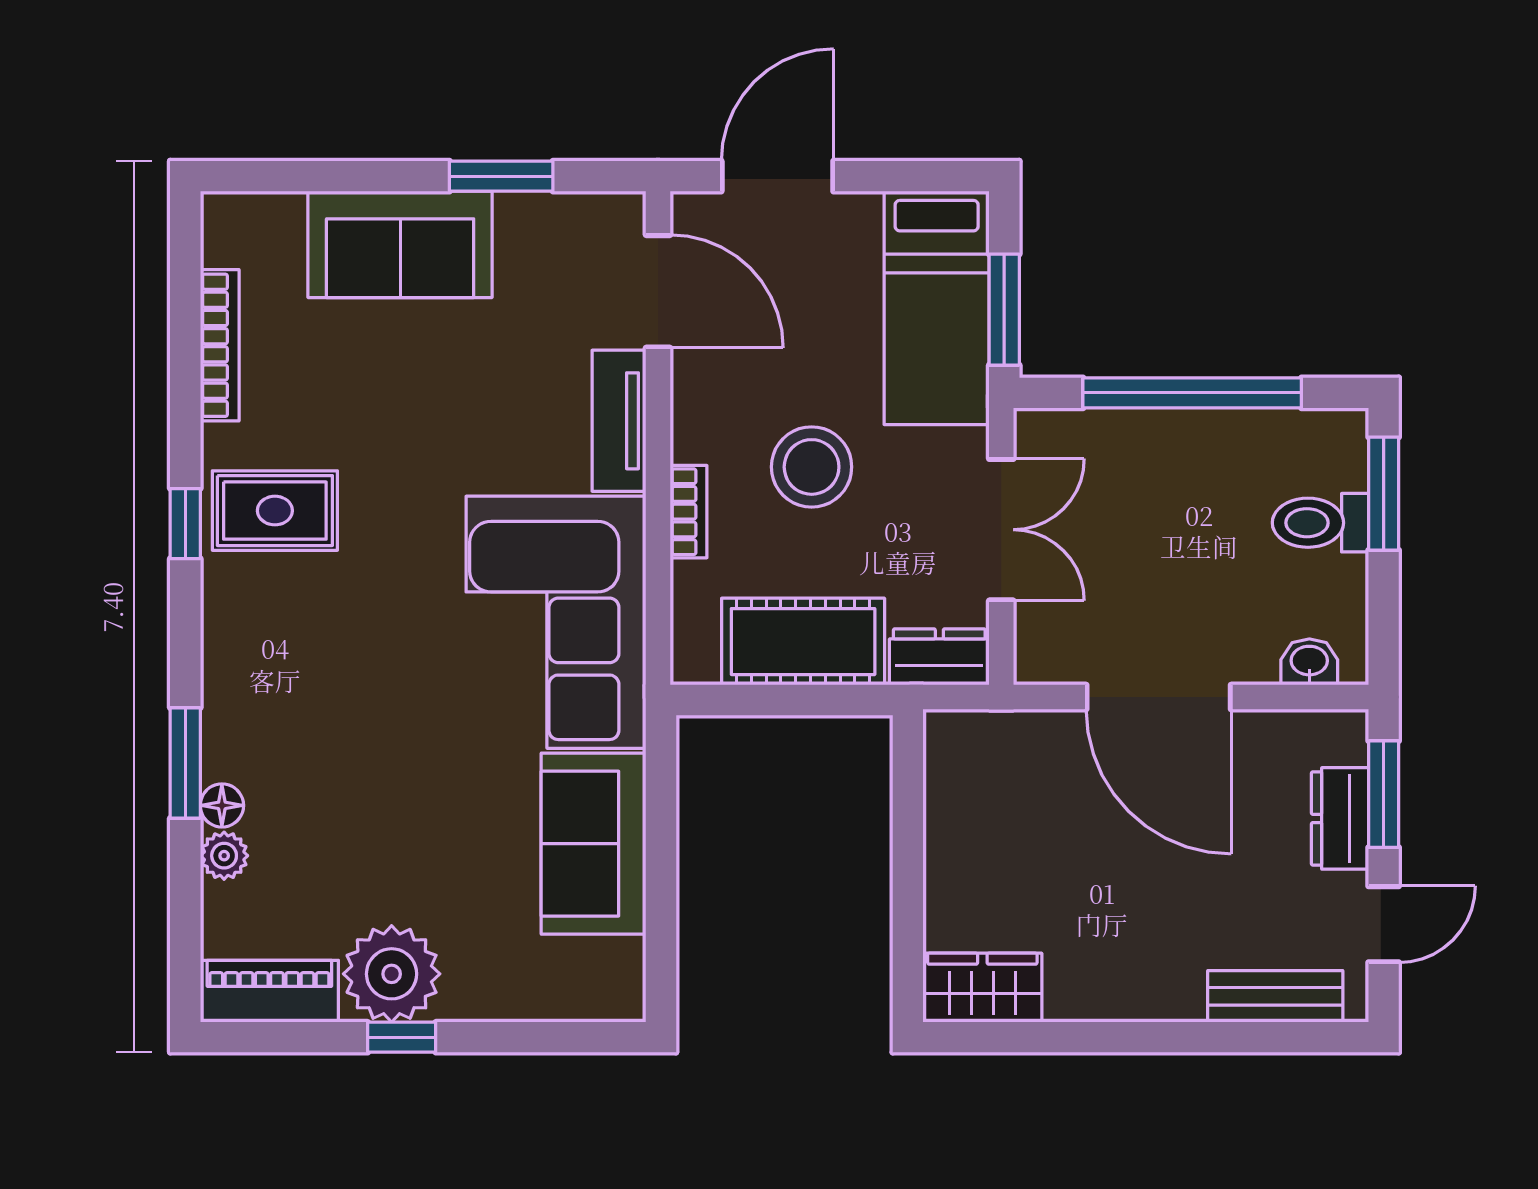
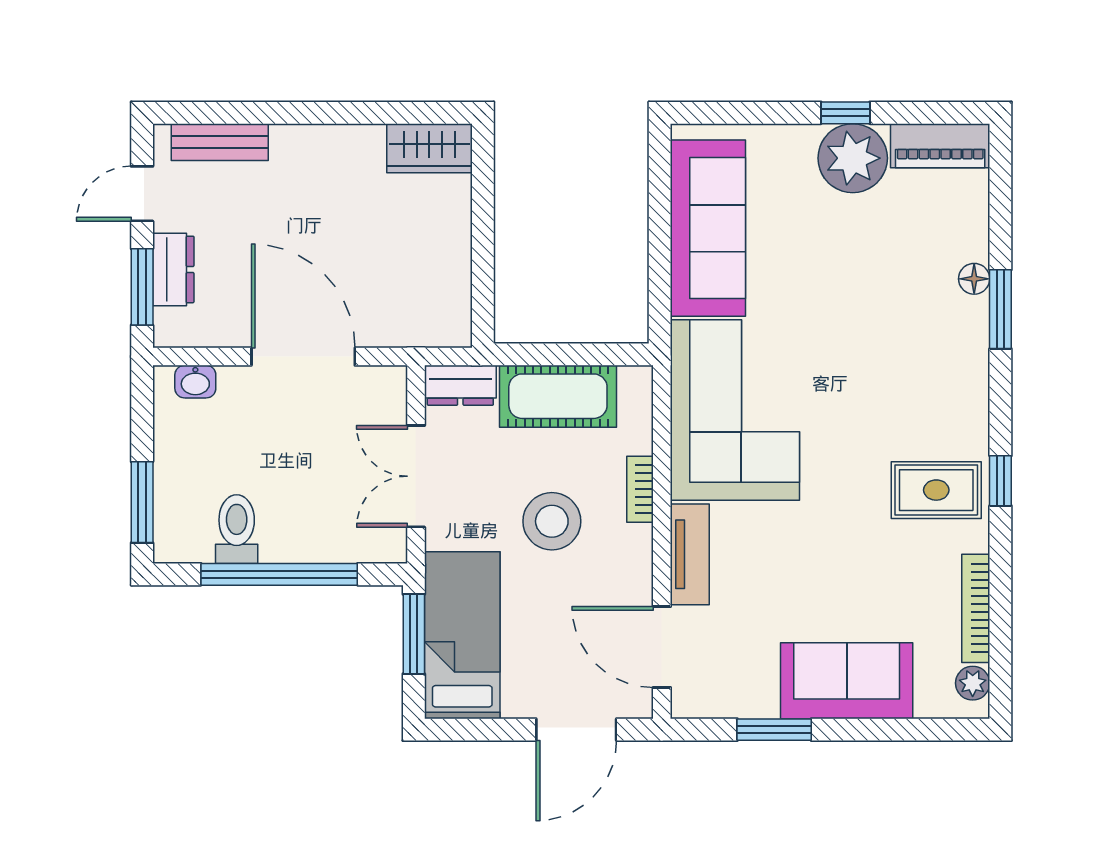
toilet: (1320, 523) -> (237, 529), moved, turned -90
sofa: (594, 844) -> (708, 228), width x1.36
plant: (224, 856) -> (973, 683), moved

